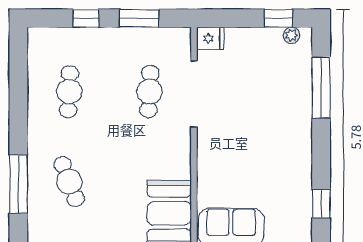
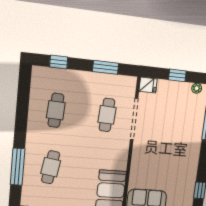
window: (86, 18) -> (59, 62), moved
window: (278, 18) -> (177, 75), moved
cafe table: (69, 182) -> (51, 167), turned 30

